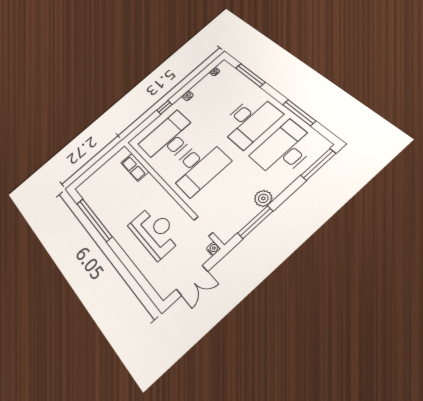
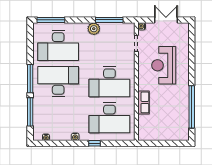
window: (299, 113) -> (30, 79), moved
row of seats: (135, 167) -> (144, 102), moved
desk: (198, 167) -> (109, 82), turned 180

